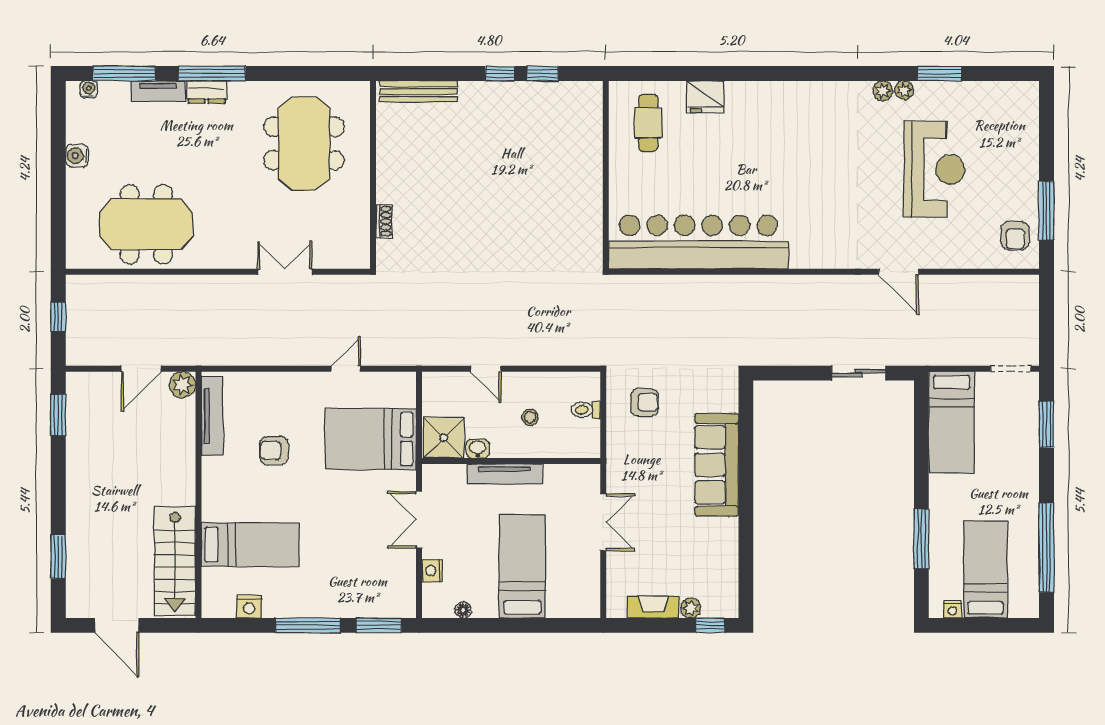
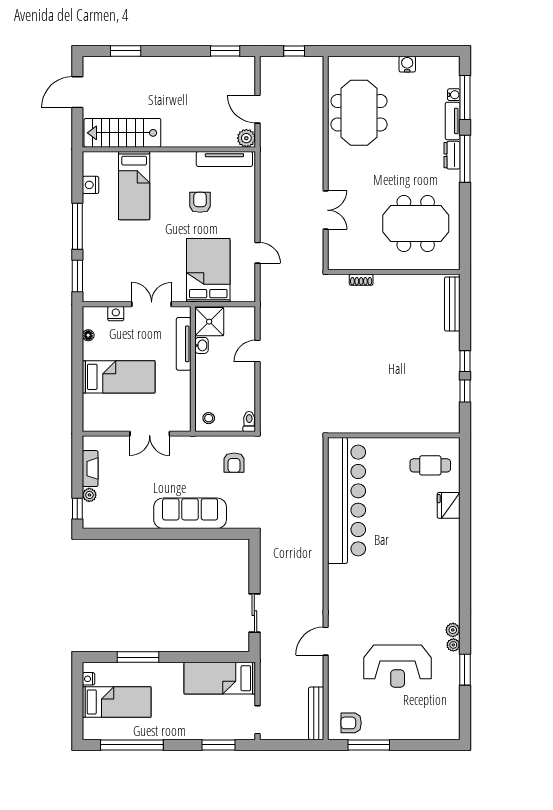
water cooler: (89, 89) -> (454, 95), moved
bench: (1002, 285) -> (316, 713), added
toilet: (586, 410) -> (249, 421), moved
stool: (530, 417) -> (209, 418), moved
tv unit: (505, 474) -> (184, 344), moved

